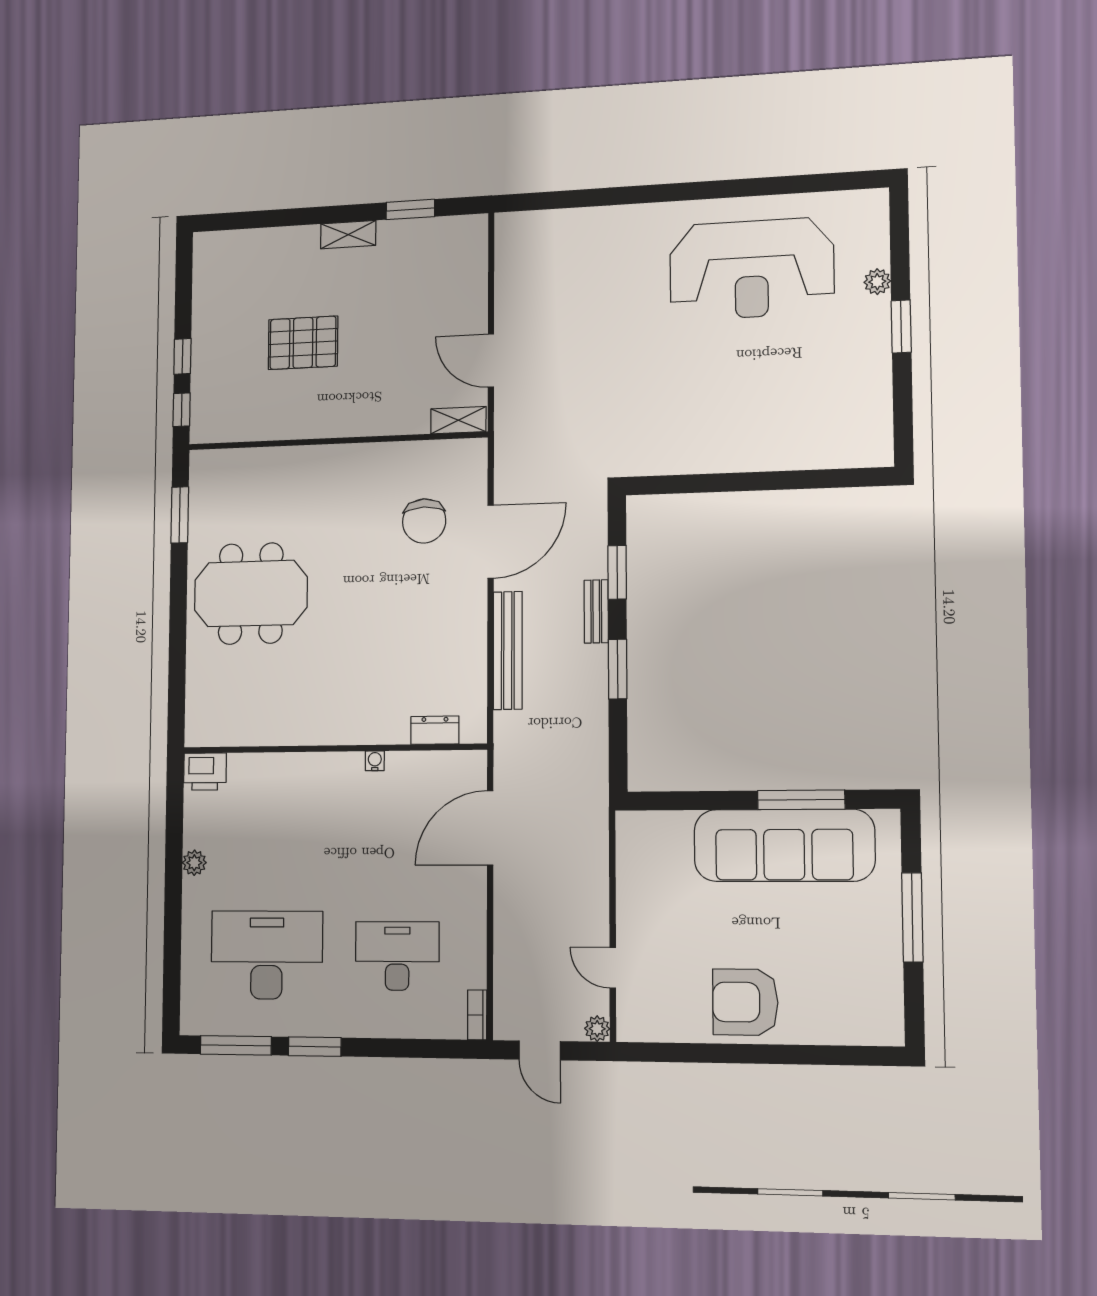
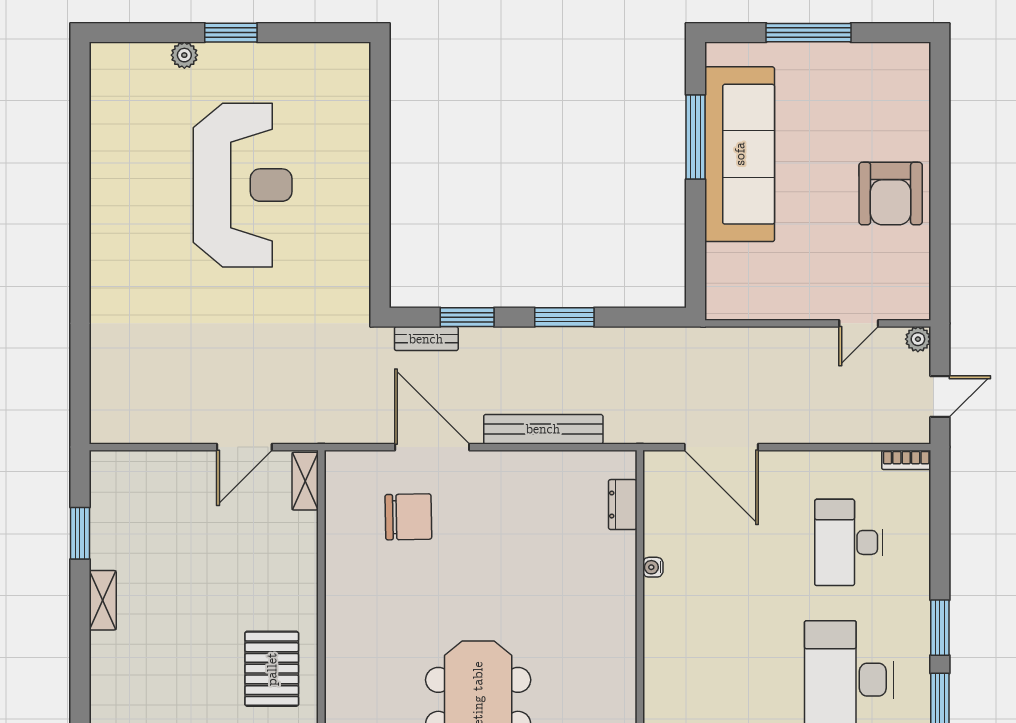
reception desk: (751, 269) -> (243, 185), moved
pallet: (303, 343) -> (272, 669), moved
bench: (596, 611) -> (426, 339), moved

